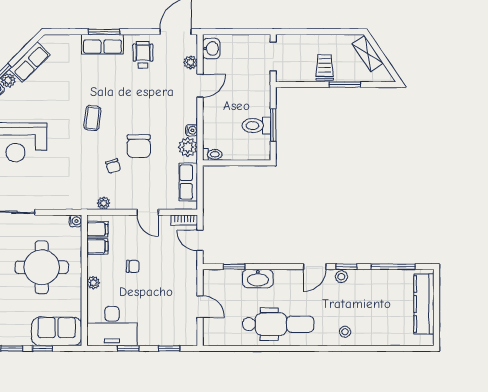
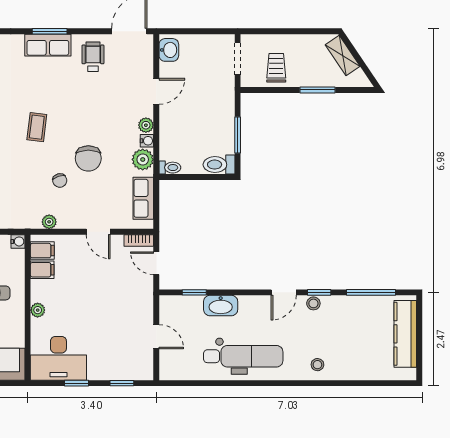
plant: (191, 62) -> (146, 125), moved
trolley: (325, 67) -> (276, 68), moved
toilet: (256, 126) -> (219, 165), moved
chair: (133, 266) -> (82, 292), removed

